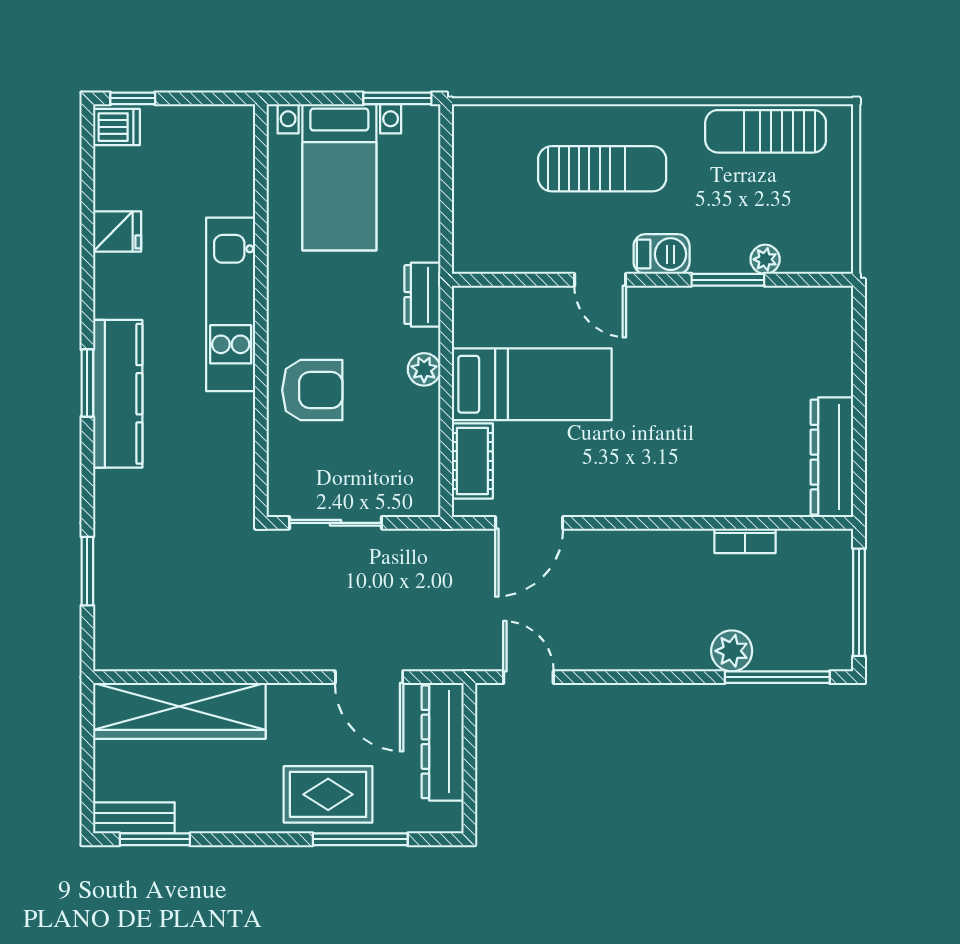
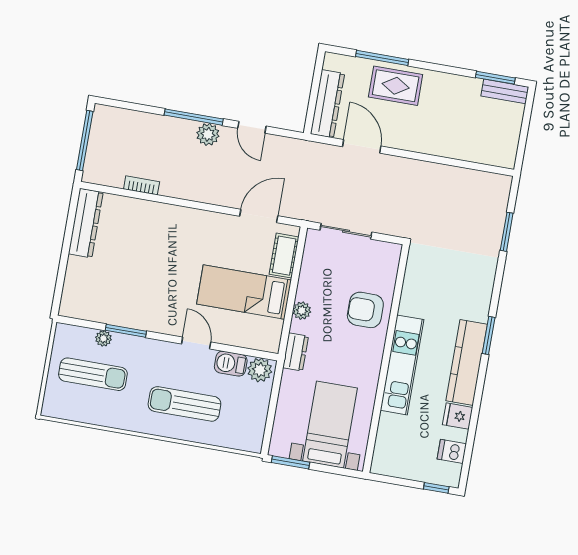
dishwasher: (116, 127) -> (452, 451), moved
sun lounger: (766, 131) -> (93, 374), moved
plant: (480, 252) -> (260, 370), added
barbecue: (662, 254) -> (231, 364), moved
kitchen counter: (118, 394) -> (467, 363), moved
sliding door: (335, 523) -> (346, 231), moved
plant: (732, 651) -> (208, 134), moved
door: (528, 677) -> (252, 127), moved
window: (777, 677) -> (194, 117), moved
wardrobe: (179, 711) -> (469, 146), removed

